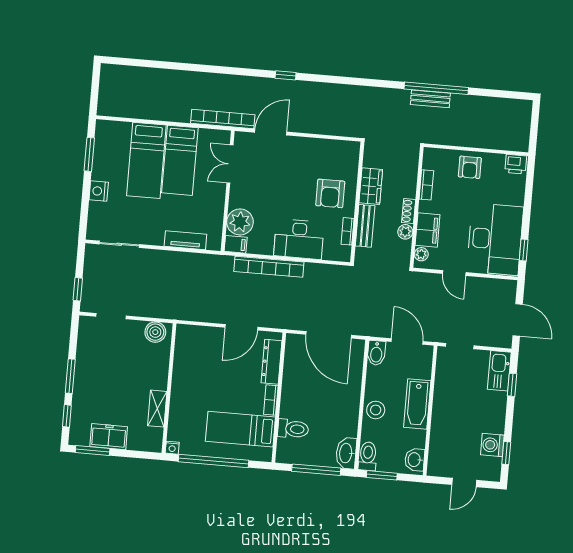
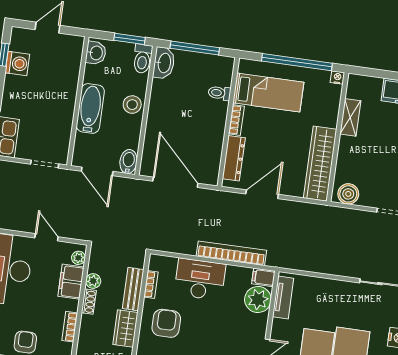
tv unit: (185, 240) -> (283, 298), moved, turned -90
wardrobe: (185, 361) -> (320, 164), added
toilet: (293, 429) -> (219, 93), width x0.73, depth x0.72

